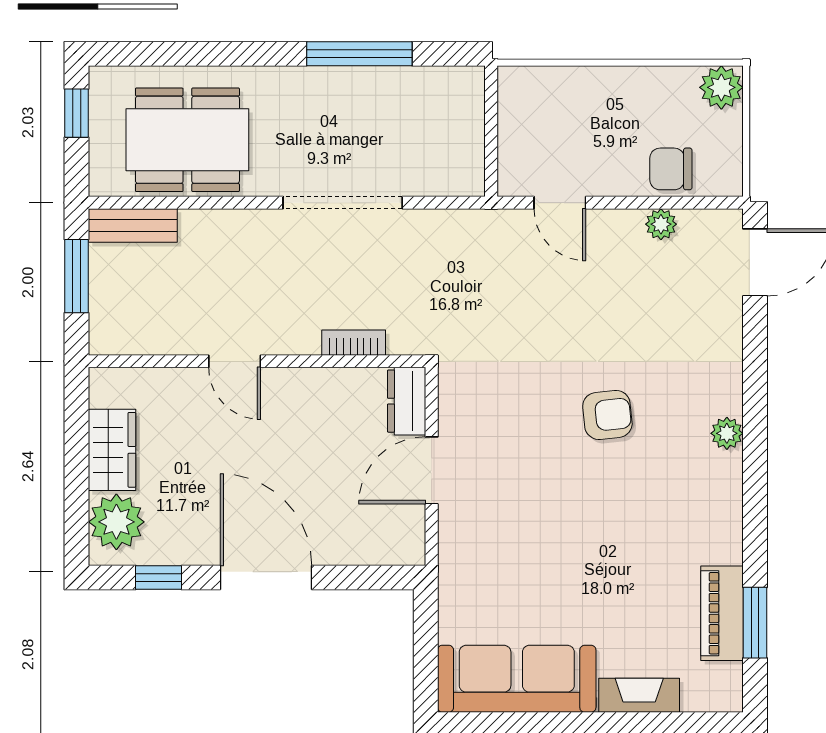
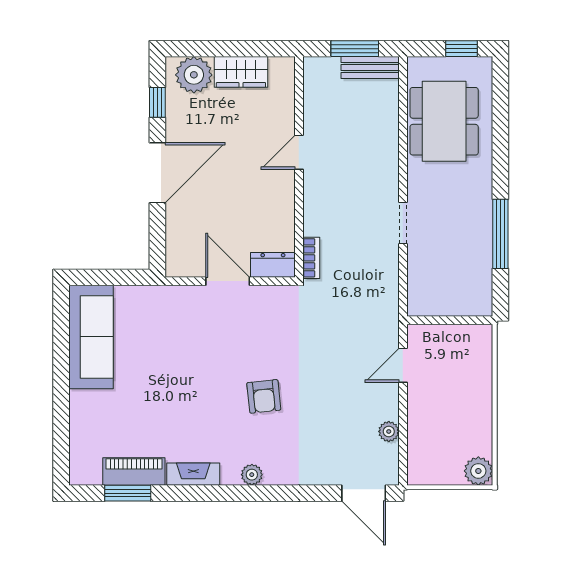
chair: (671, 169) -> (425, 438), removed
doorway: (343, 203) -> (403, 223), width x0.53
bench: (133, 225) -> (370, 68), moved, turned 90
bookcase: (354, 343) -> (311, 258), moved
fireplace: (639, 695) -> (193, 474), moved, turned -90

